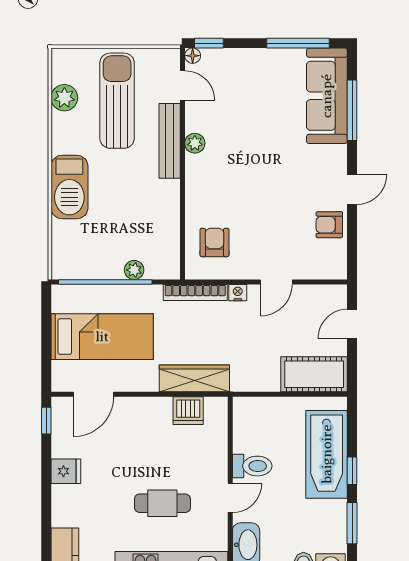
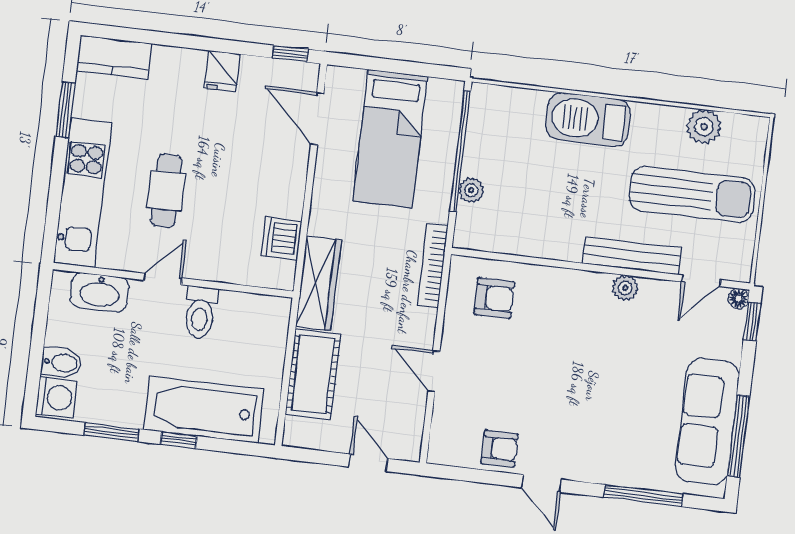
sofa: (327, 96) -> (707, 422), moved, turned -90
armchair: (329, 225) -> (499, 449), turned 90
nightstand: (238, 293) -> (426, 320), removed
cot: (314, 374) -> (313, 374), moved
wardrobe: (194, 378) -> (318, 283), moved
door: (230, 498) -> (163, 279), swing flipped

